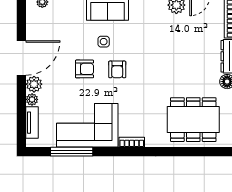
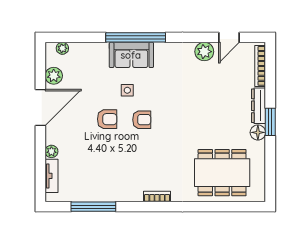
armchair: (117, 69) -> (142, 120), turned -90
plant: (34, 84) -> (54, 76), moved
corner sofa: (87, 125) -> (110, 179), removed

